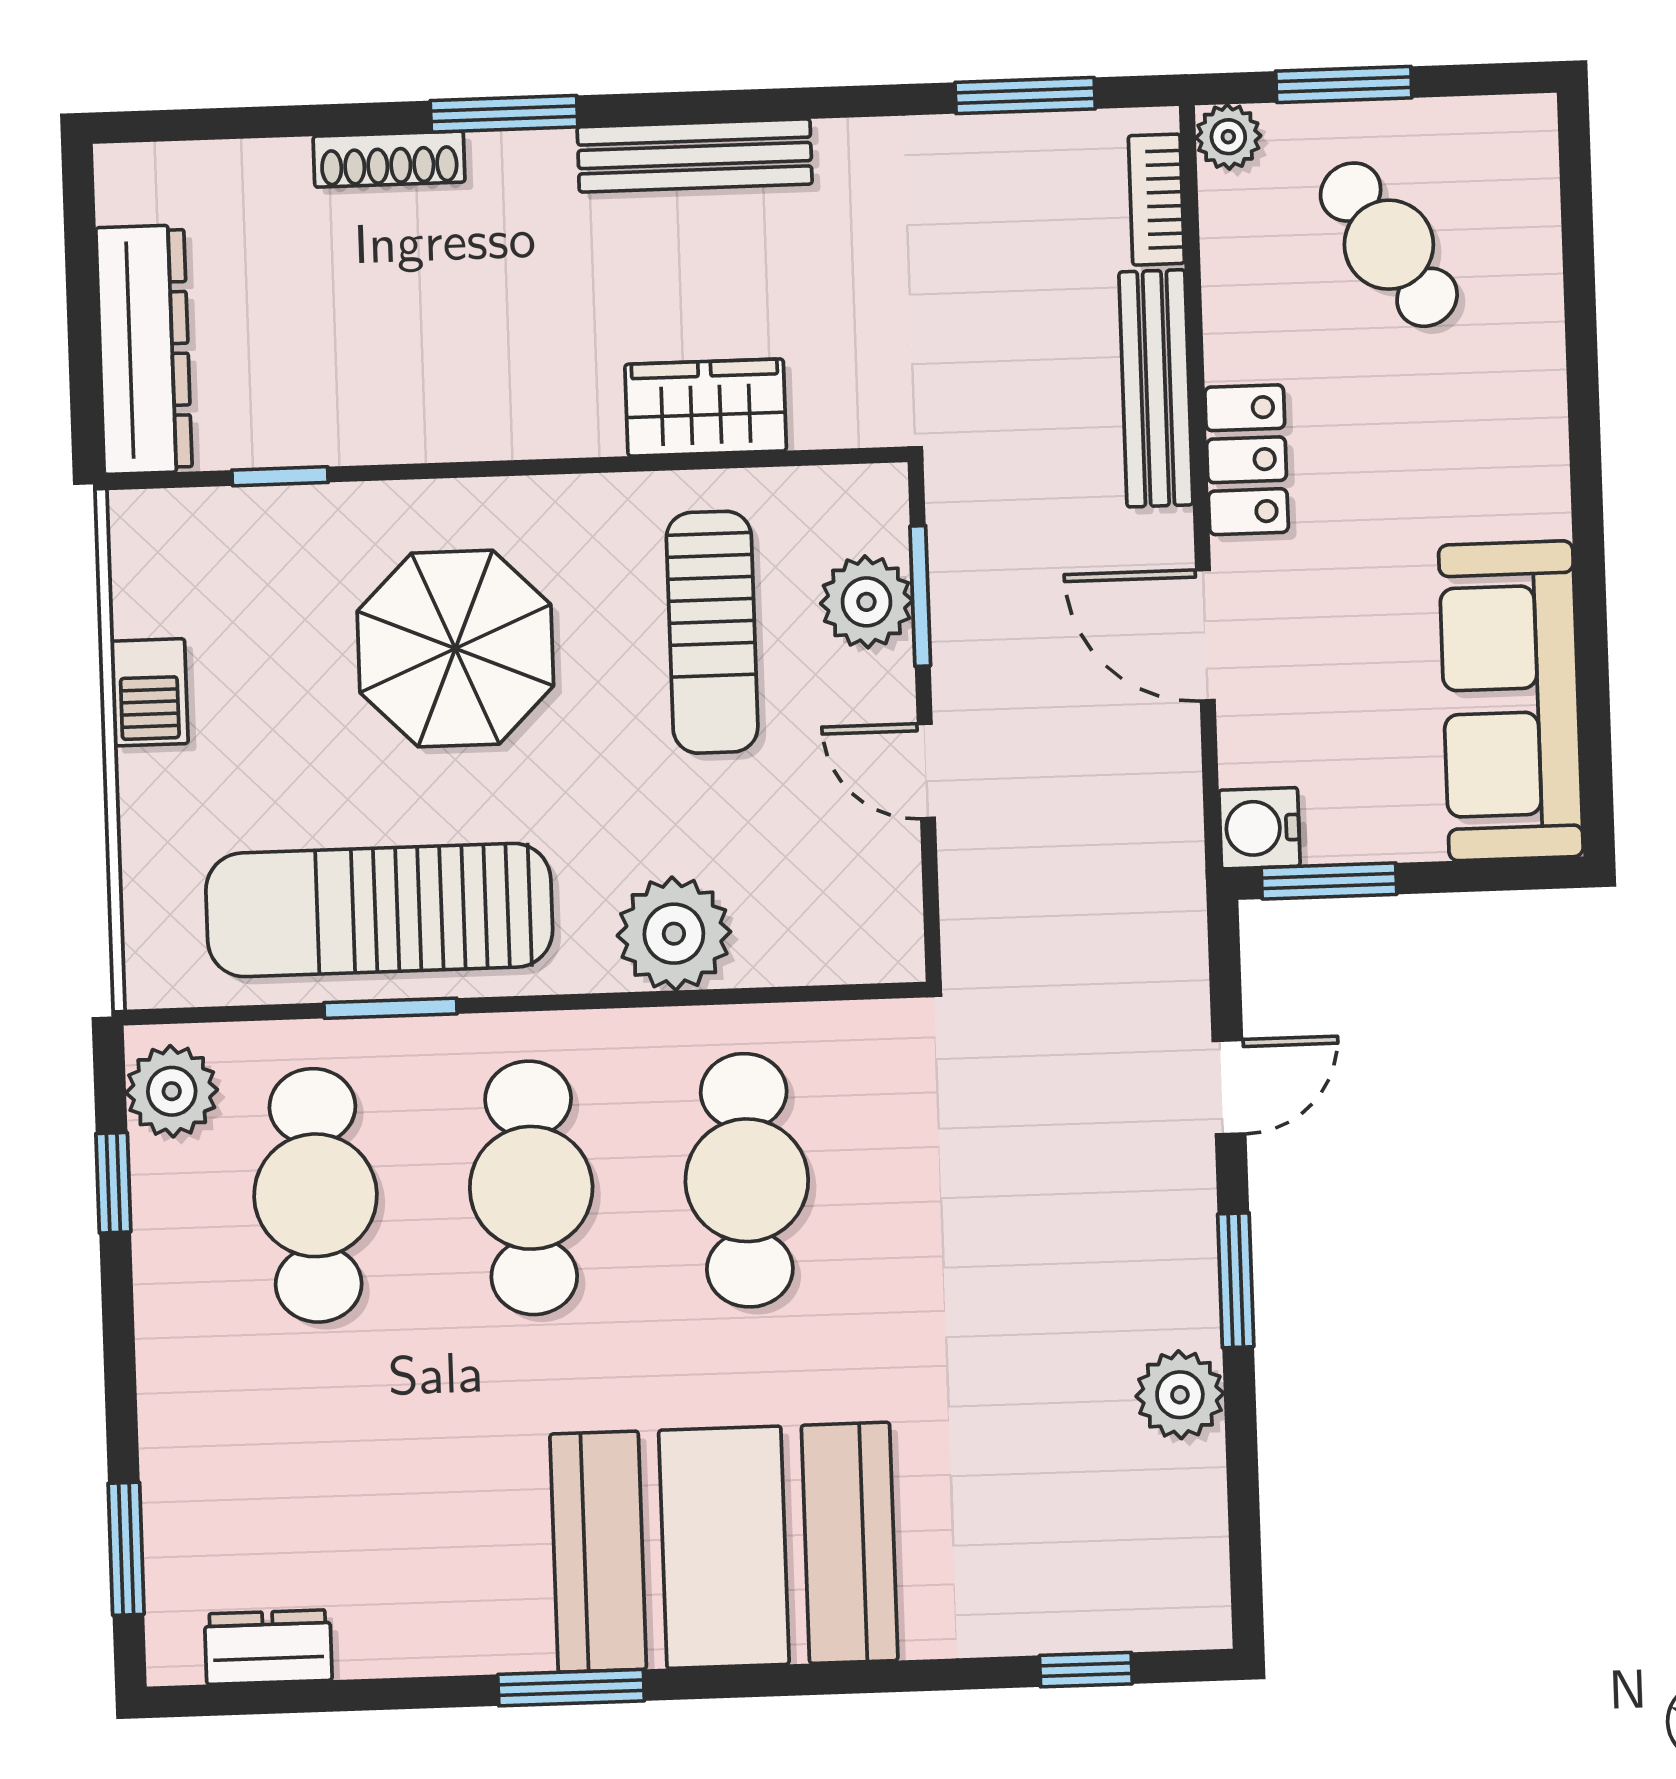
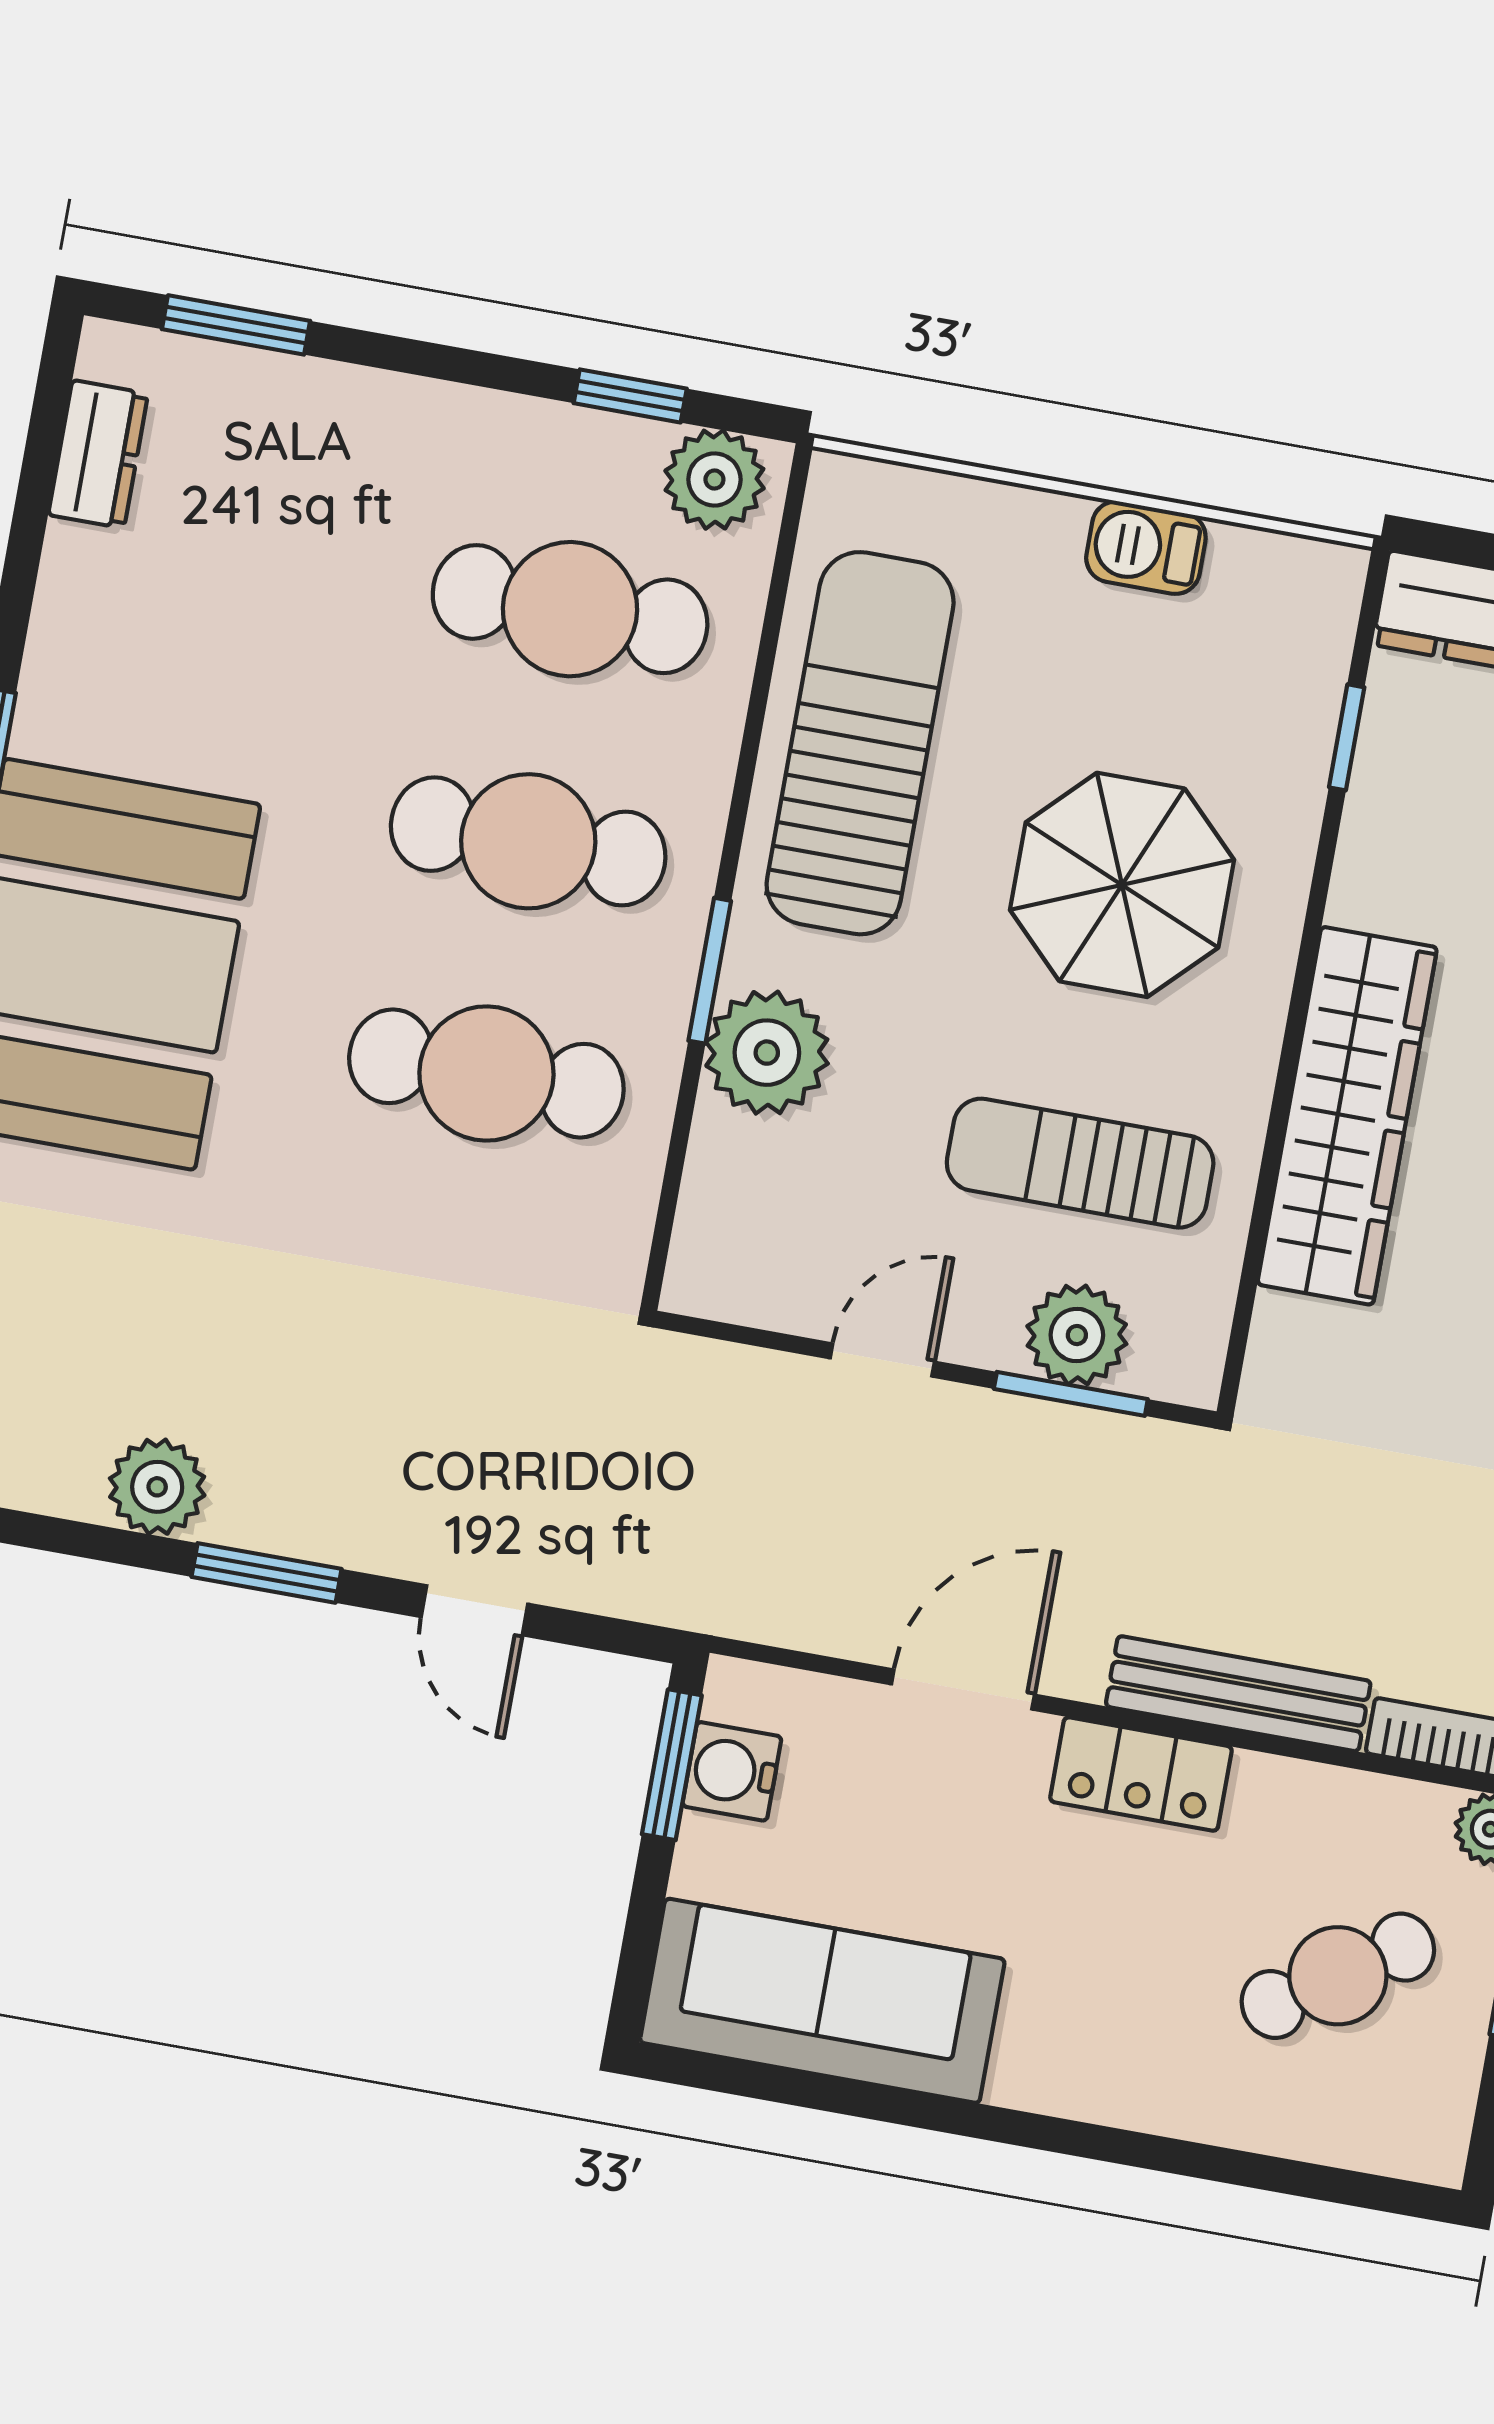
wardrobe: (706, 408) -> (1347, 1116), width x2.10, depth x1.17
water cooler: (1259, 828) -> (732, 1771), moved, turned -90
window: (391, 1008) -> (710, 971), moved

